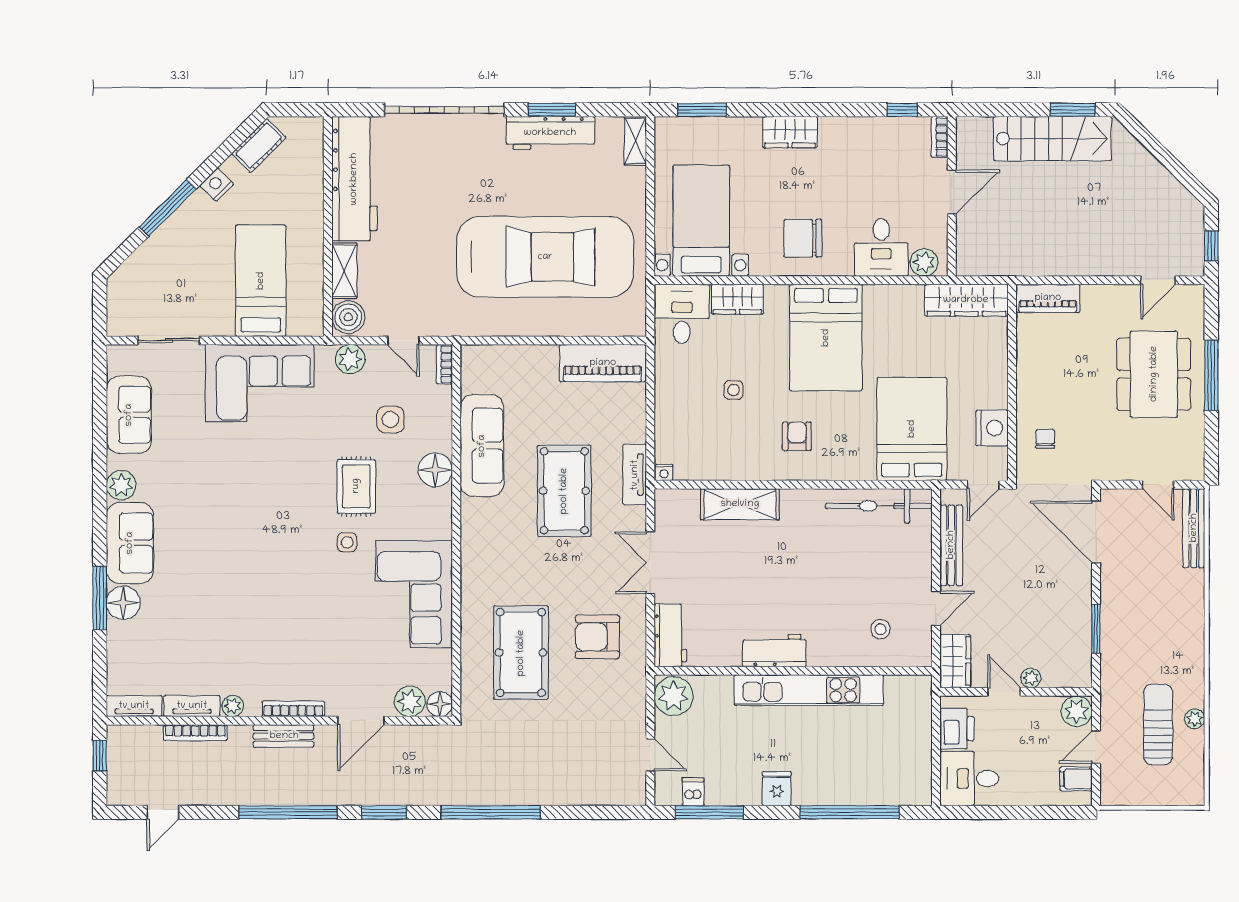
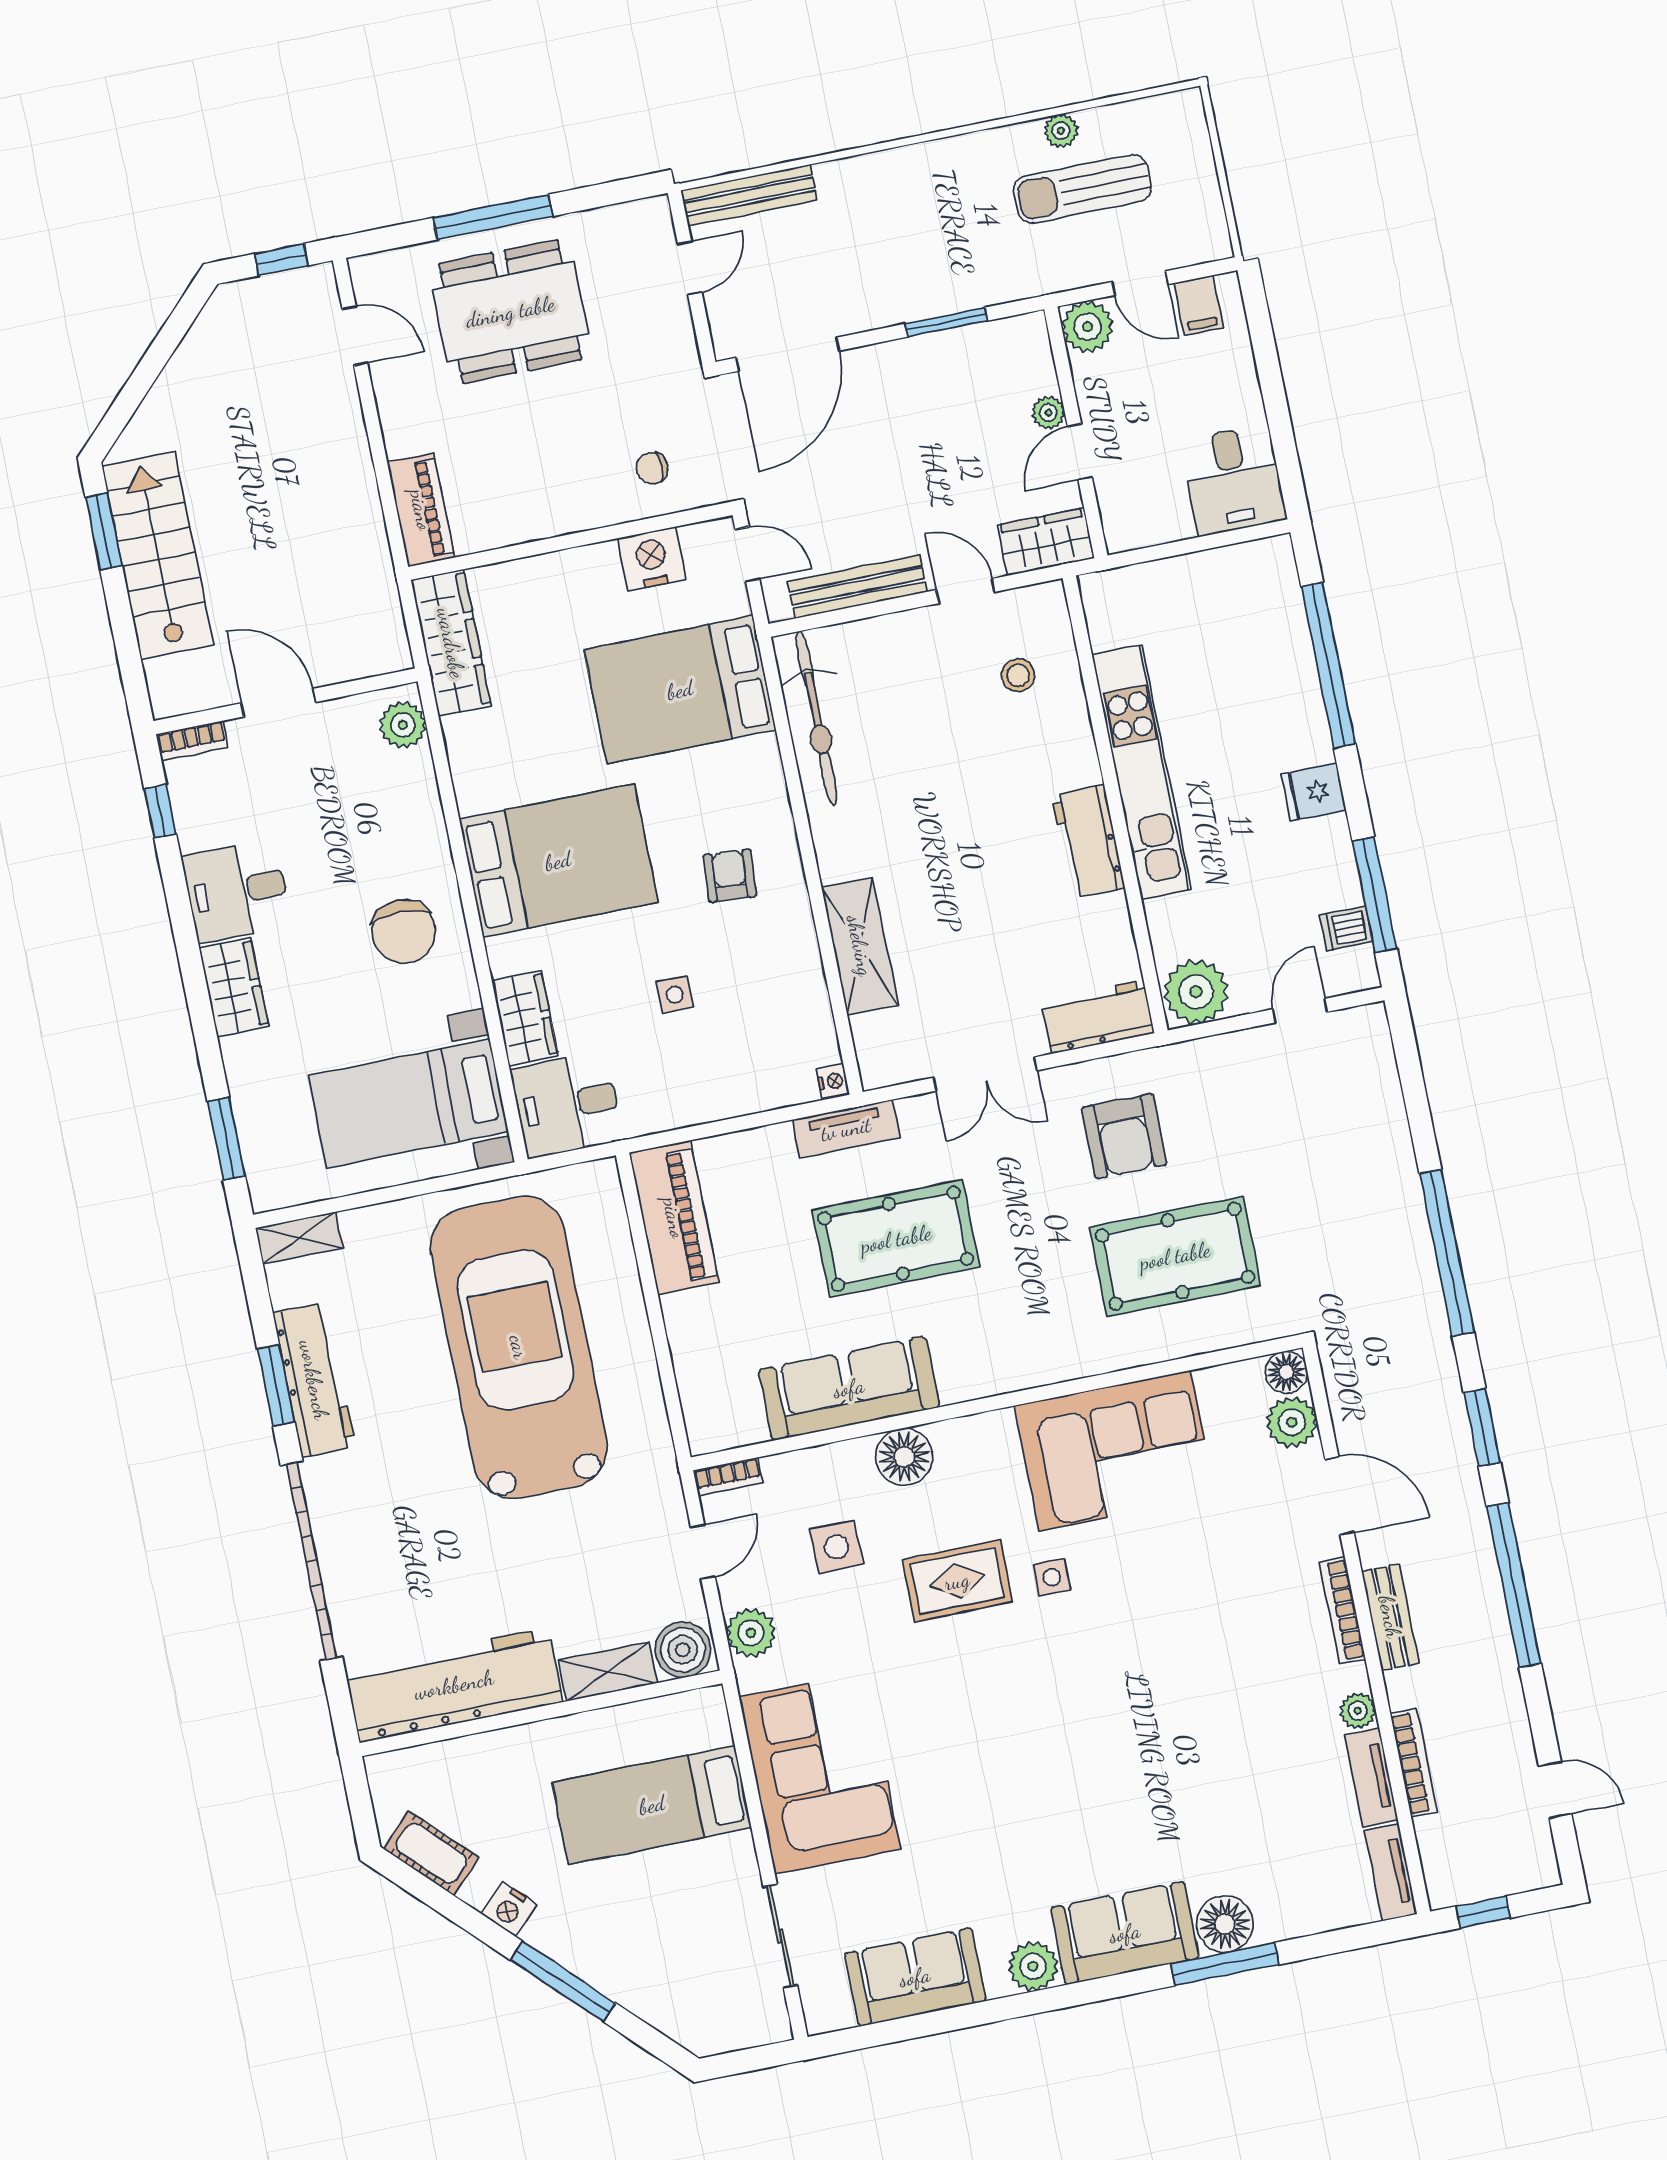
desk: (881, 247) -> (237, 891), moved, turned 180
armchair: (797, 436) -> (730, 876), turned 94
printer: (957, 729) -> (1156, 517), removed

